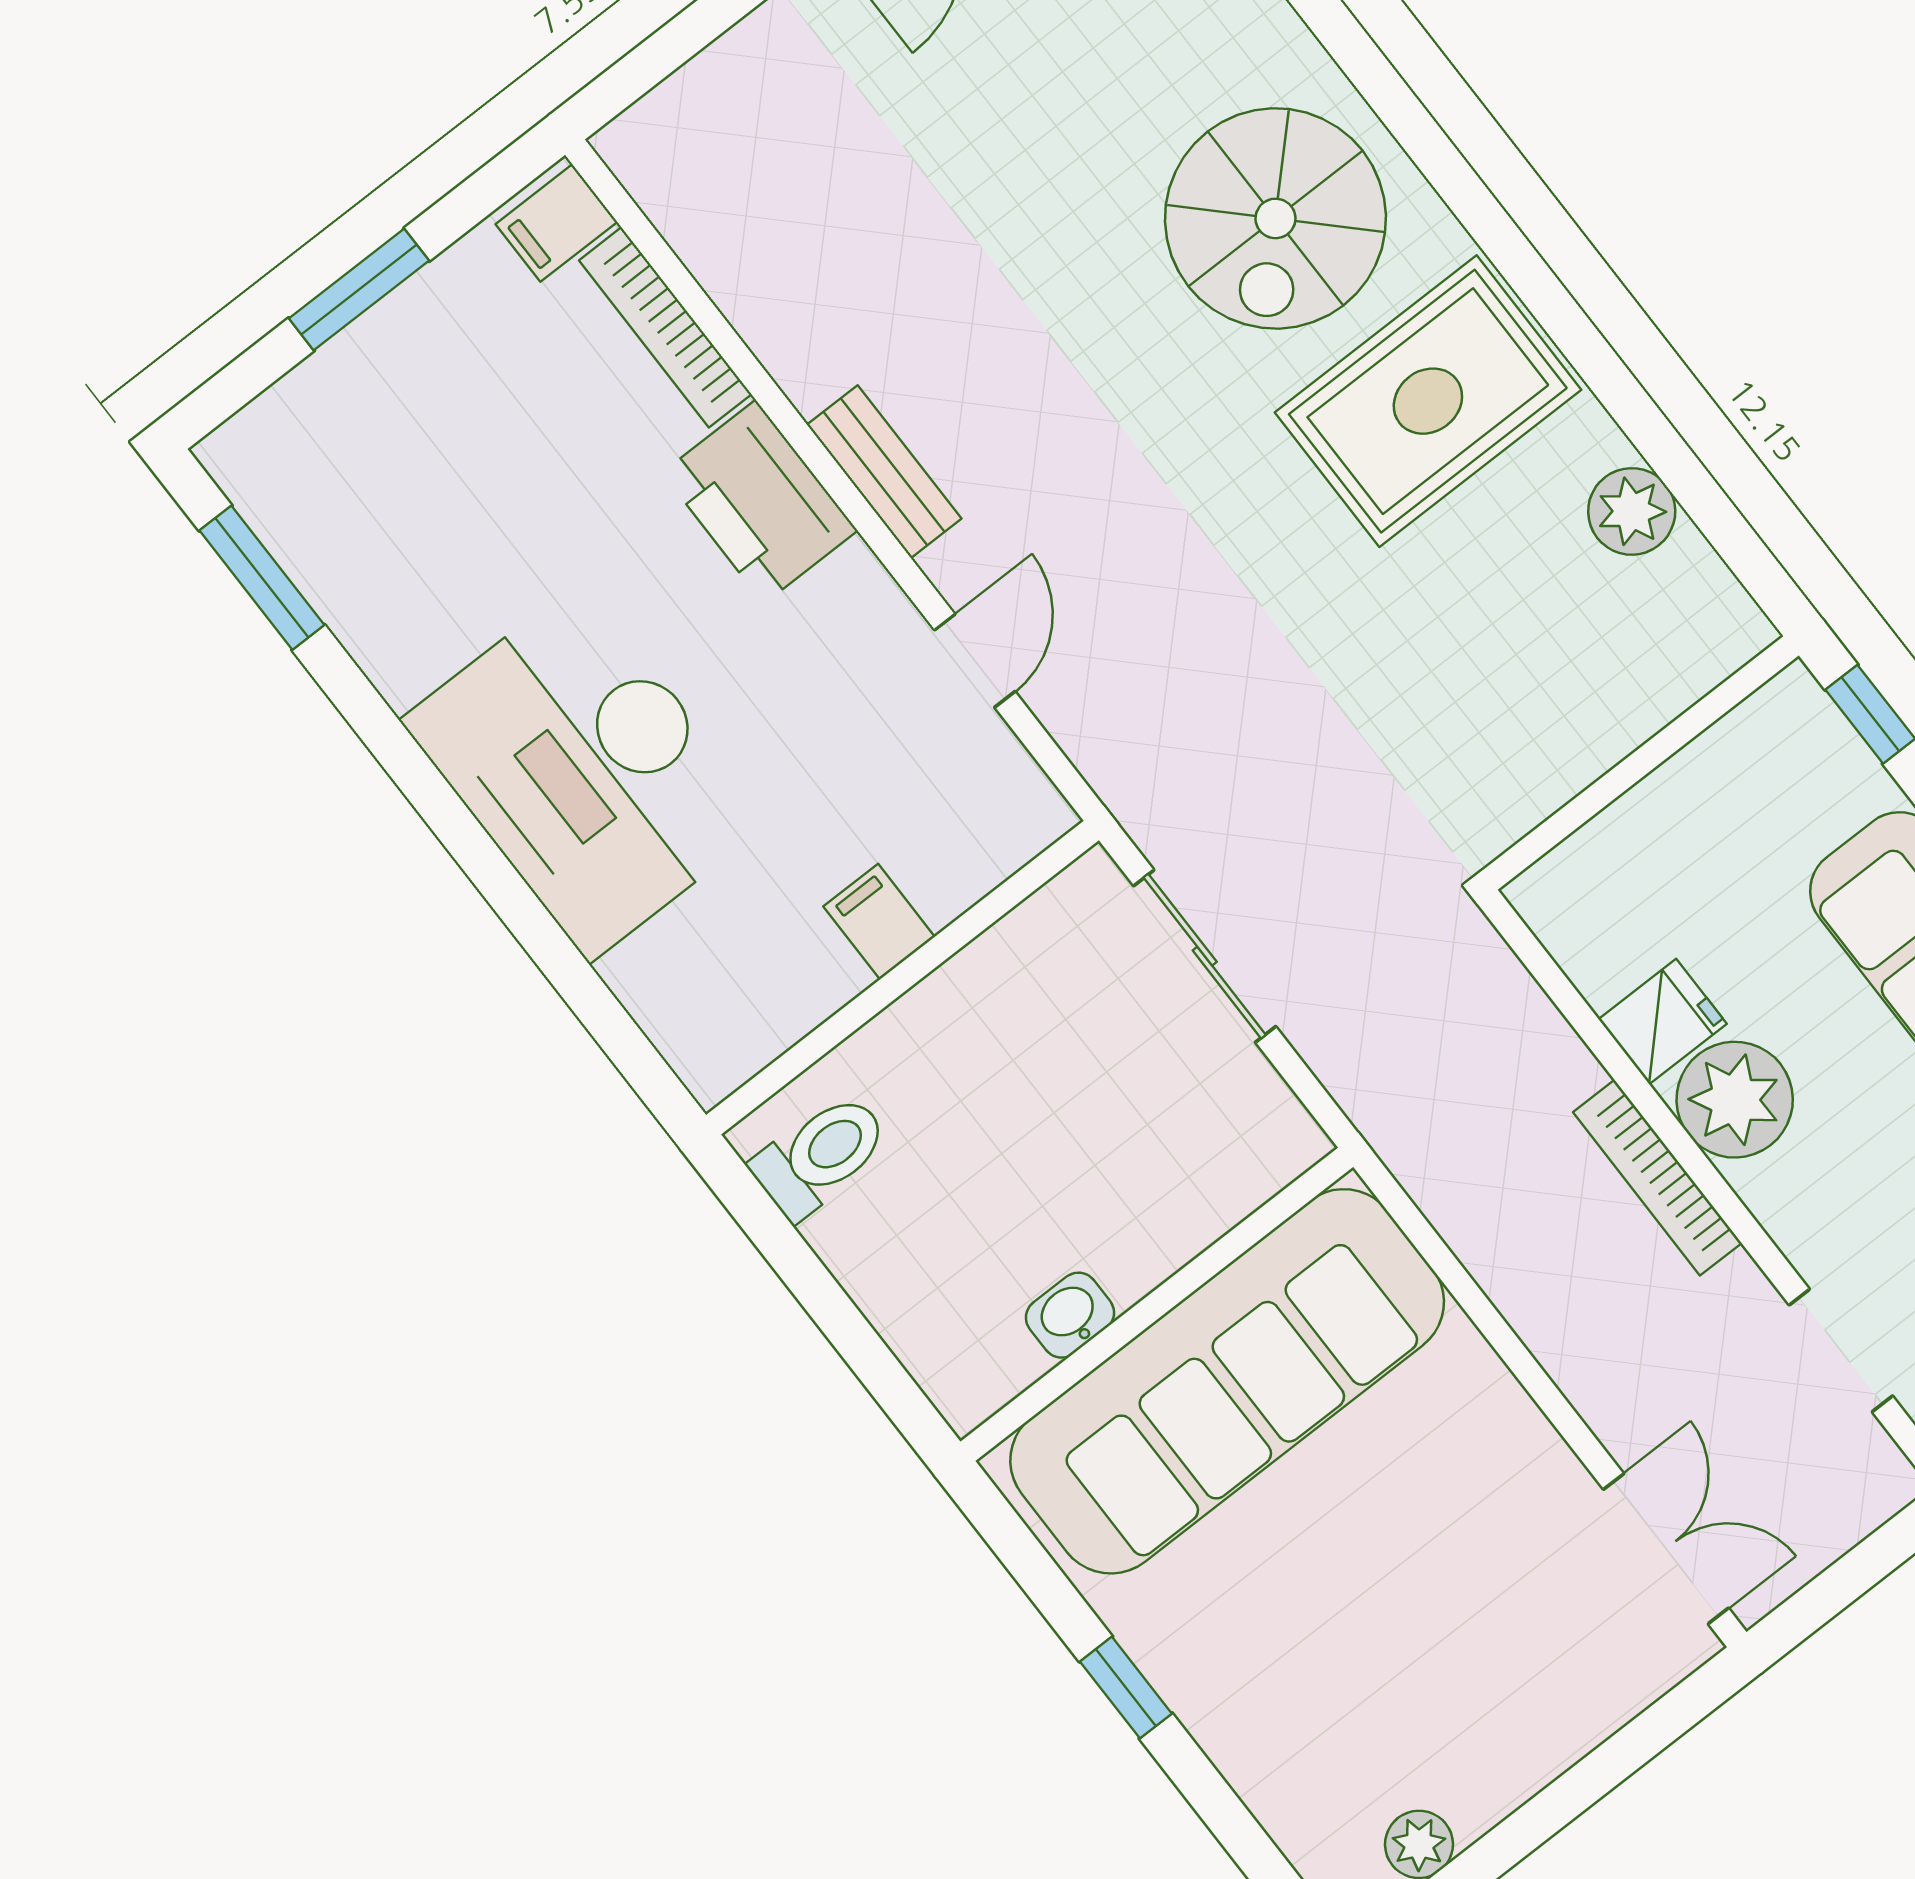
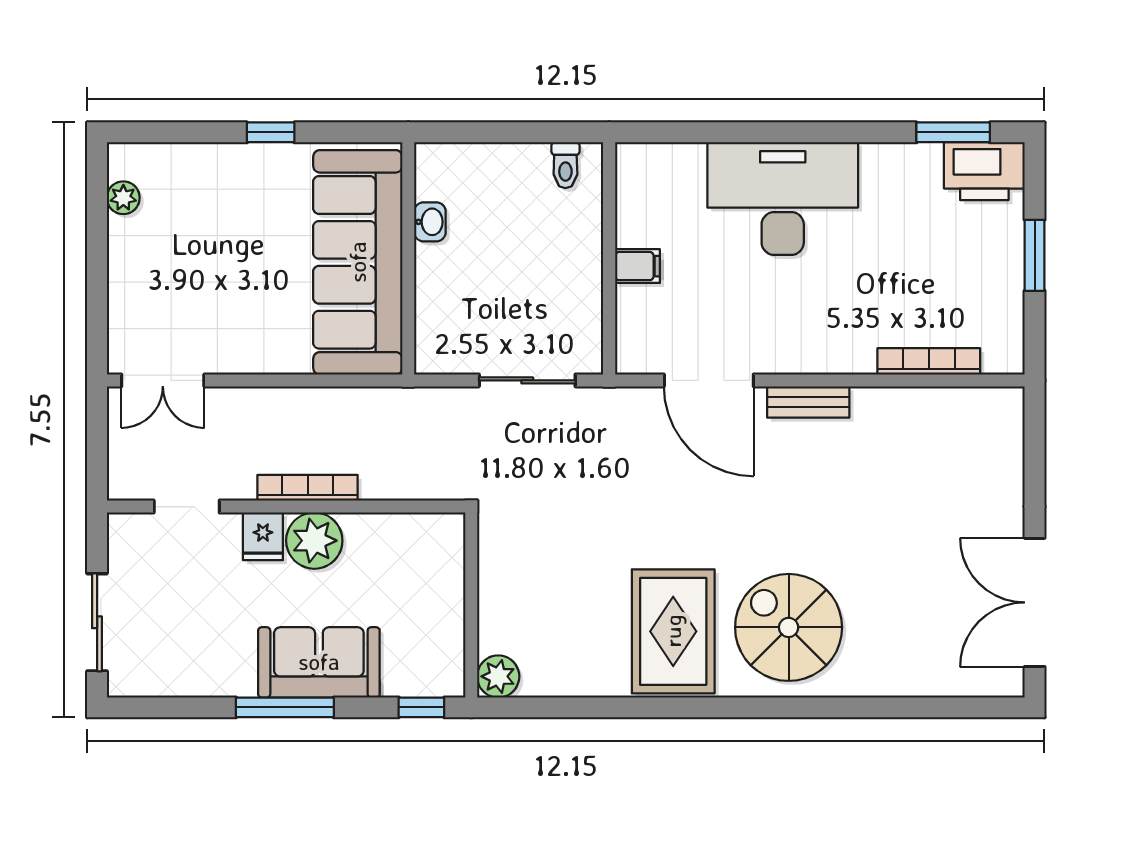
filing cabinet: (556, 223) -> (1001, 351), removed
printer: (760, 502) -> (984, 171), moved, turned 180
plant: (1632, 511) -> (498, 676), moved
door: (975, 661) -> (709, 380), width x1.88
fridge: (1663, 1021) -> (263, 536), moved
toilet: (821, 1155) -> (565, 165), width x0.73, depth x0.72

